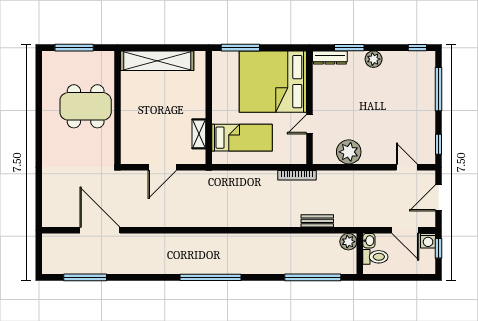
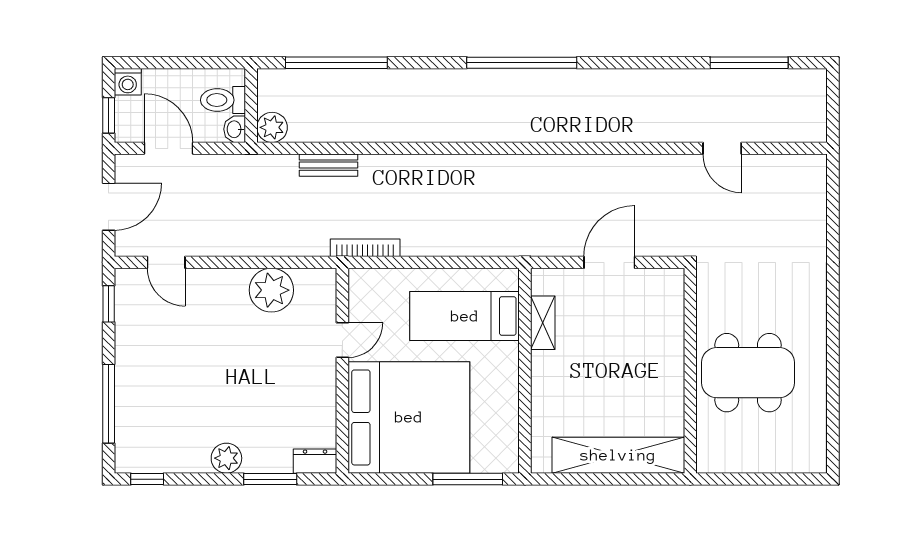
window: (74, 48) -> (769, 479), removed
dresser: (330, 57) -> (315, 461), width x0.70
door: (100, 230) -> (722, 148), width x0.53
washing machine: (428, 241) -> (128, 82), moved, turned 180

